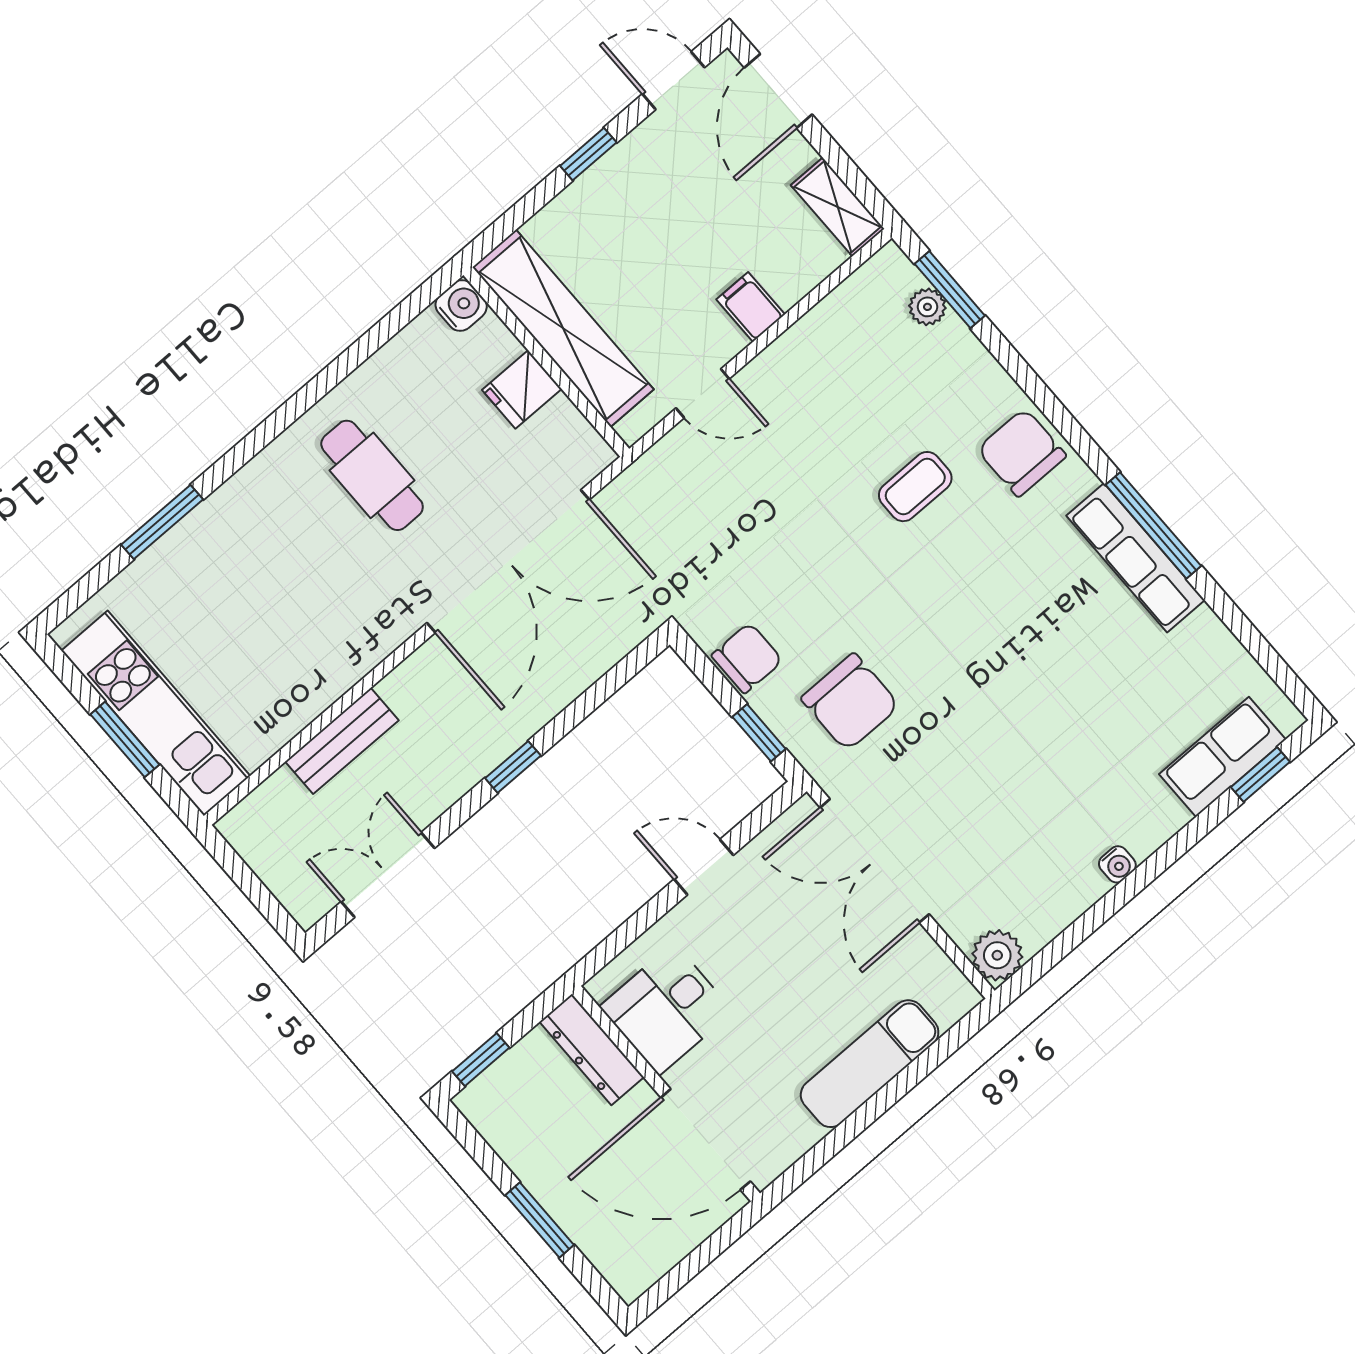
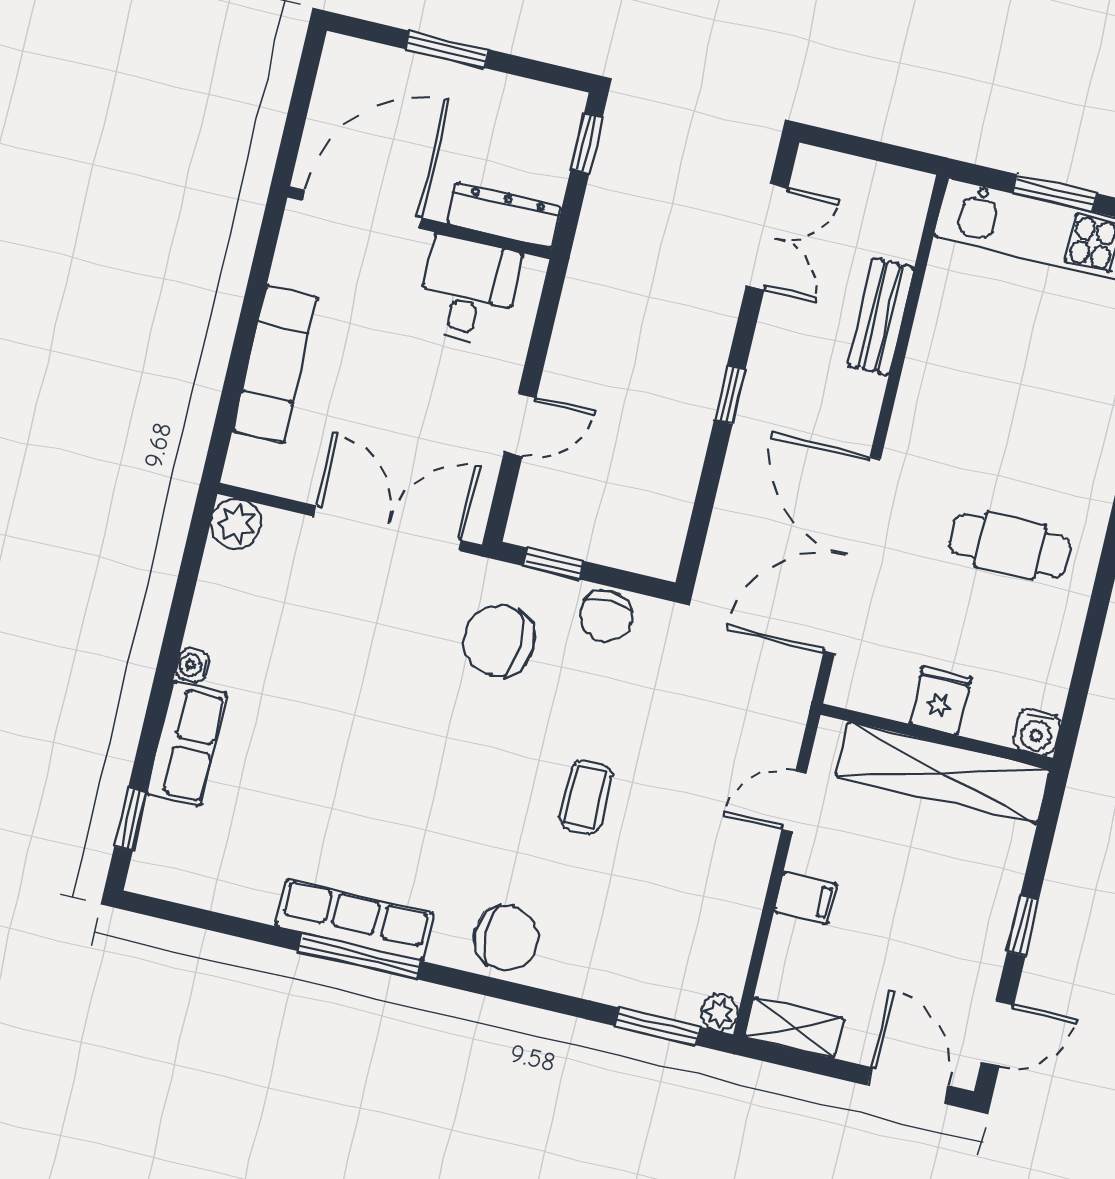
plant: (927, 307) -> (720, 1013), moved
coffee table: (915, 487) -> (586, 797), moved
row of seats: (1222, 757) -> (187, 744), moved

